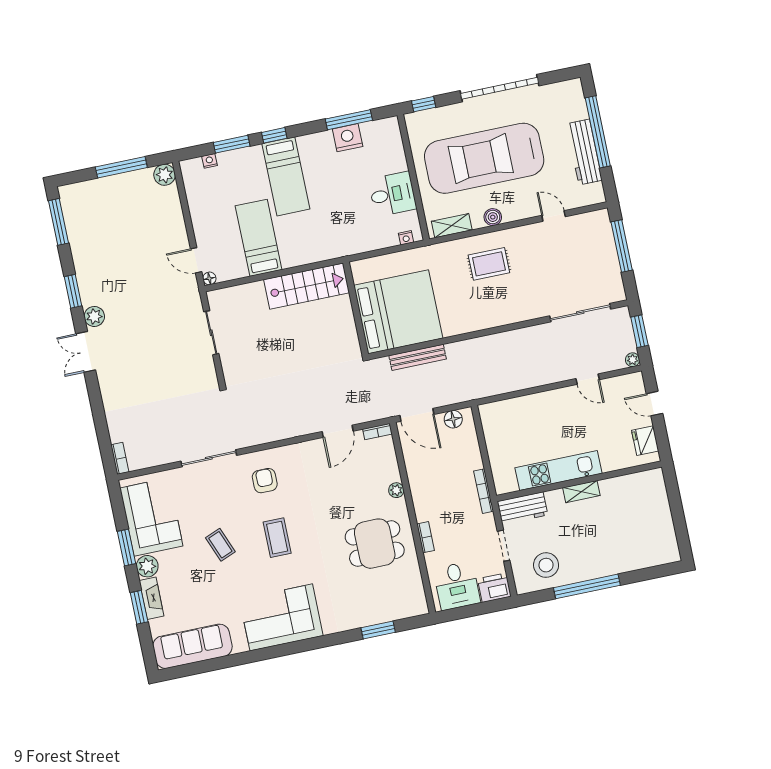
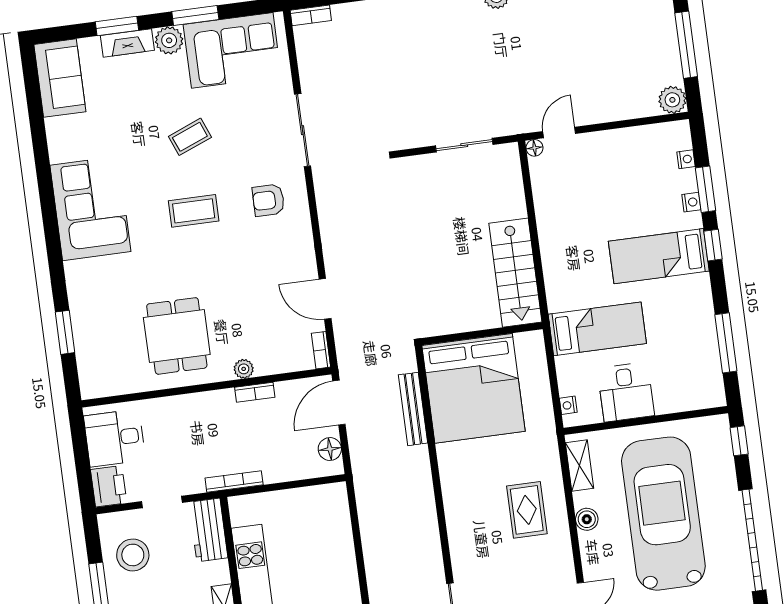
nightstand: (348, 138) -> (691, 202), moved, width x0.53, depth x0.56
bed: (259, 238) -> (597, 329), moved
armchair: (265, 481) -> (268, 200), turned 180
bookcase: (426, 537) -> (255, 392), moved
sofa: (192, 646) -> (60, 78), width x0.73

